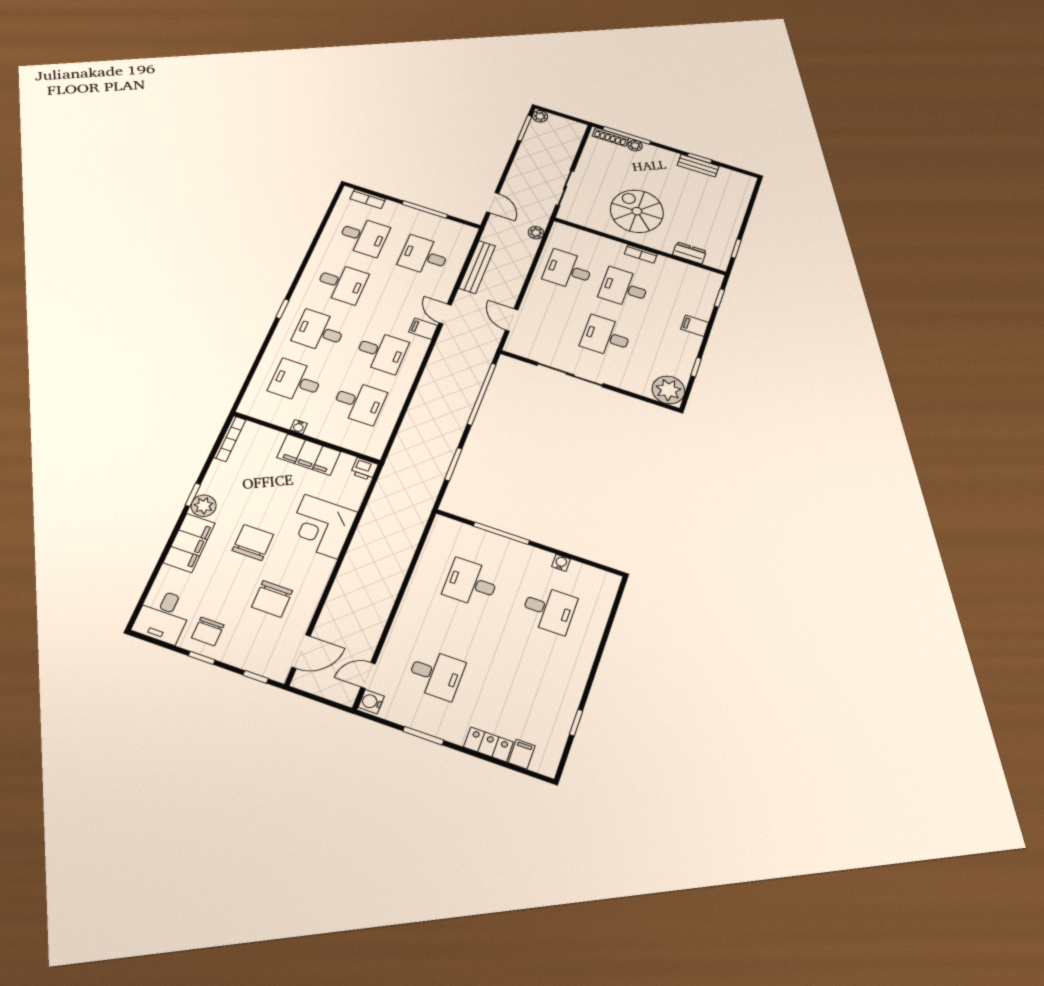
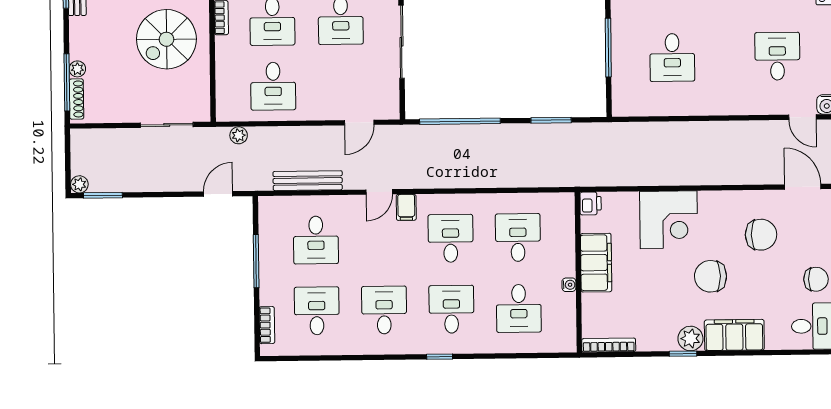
desk: (319, 331) -> (451, 309), turned 180

